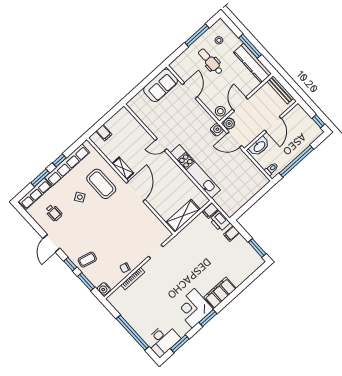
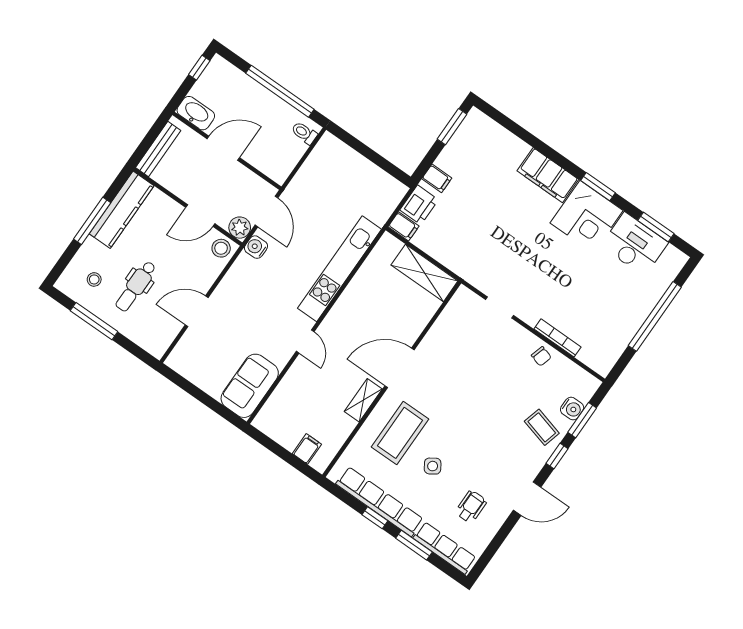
sofa: (161, 85) -> (250, 386), moved, turned -90
washbasin: (259, 146) -> (196, 113), moved
water cooler: (104, 289) -> (572, 409), moved
desk: (163, 340) -> (634, 244), moved

